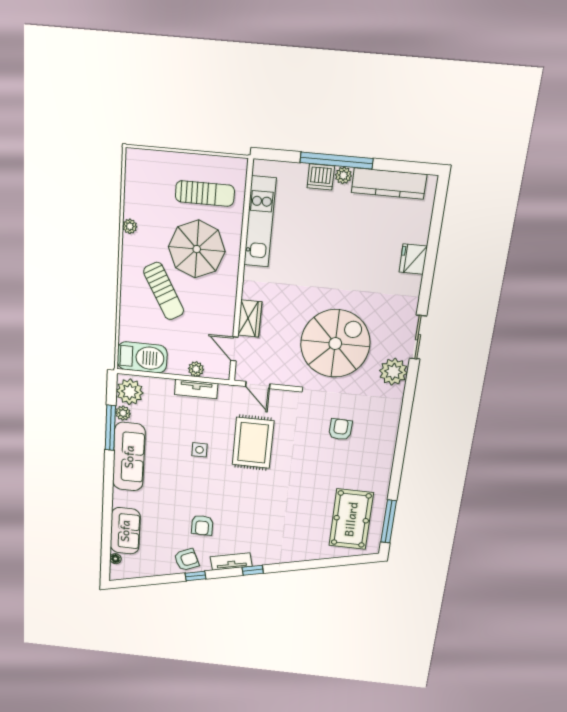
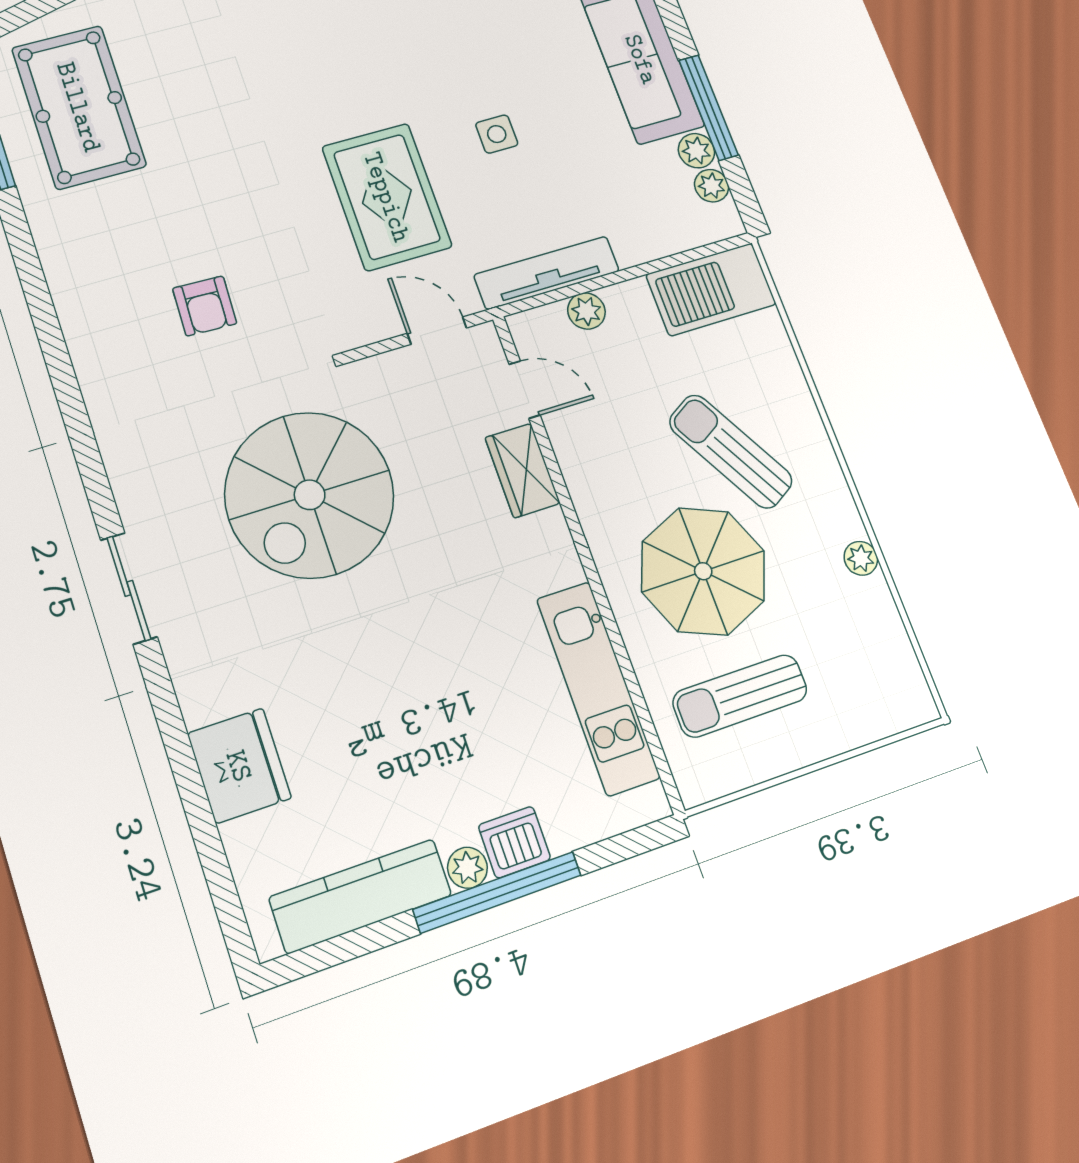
fridge: (413, 259) -> (239, 766), width x1.36, depth x1.34
plant: (393, 372) -> (147, 487), removed
tv unit: (196, 389) -> (547, 273), width x1.41
plant: (130, 392) -> (712, 186), width x0.53, depth x0.53

